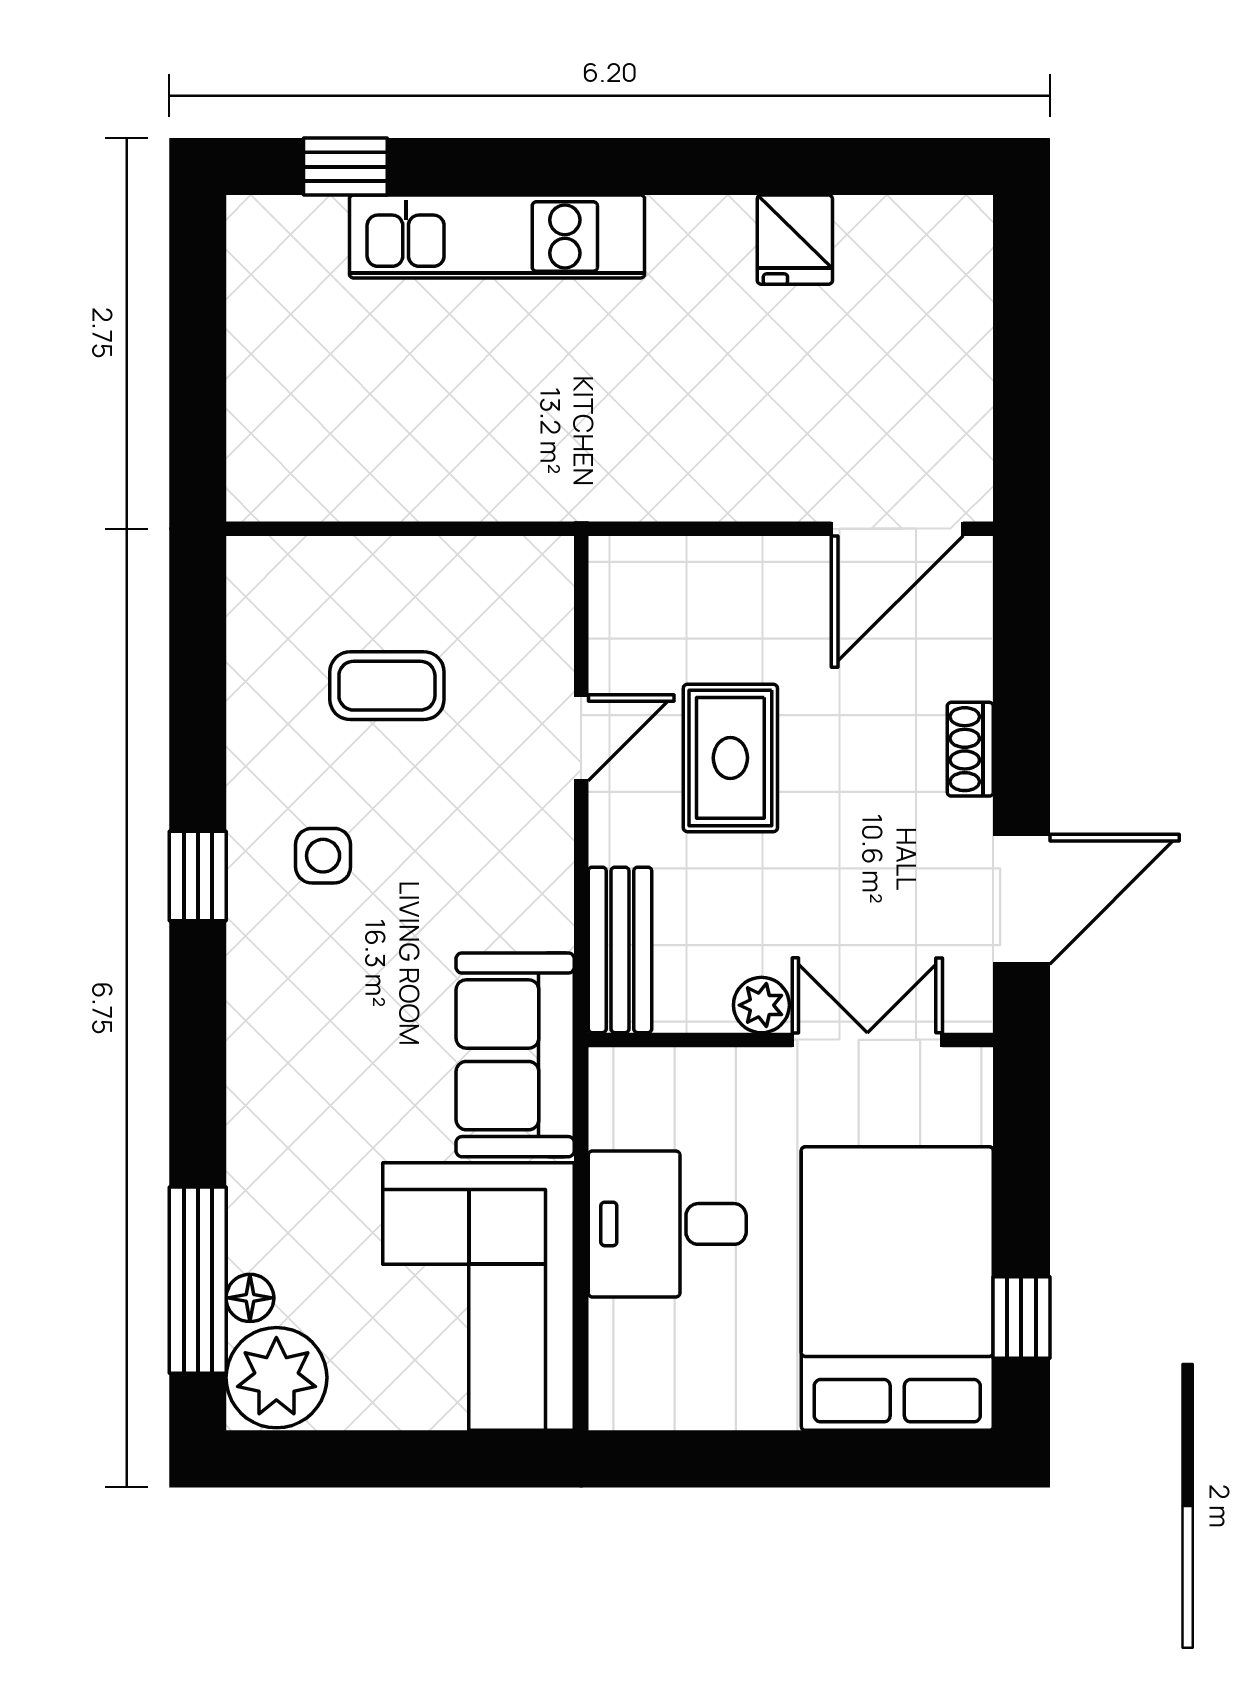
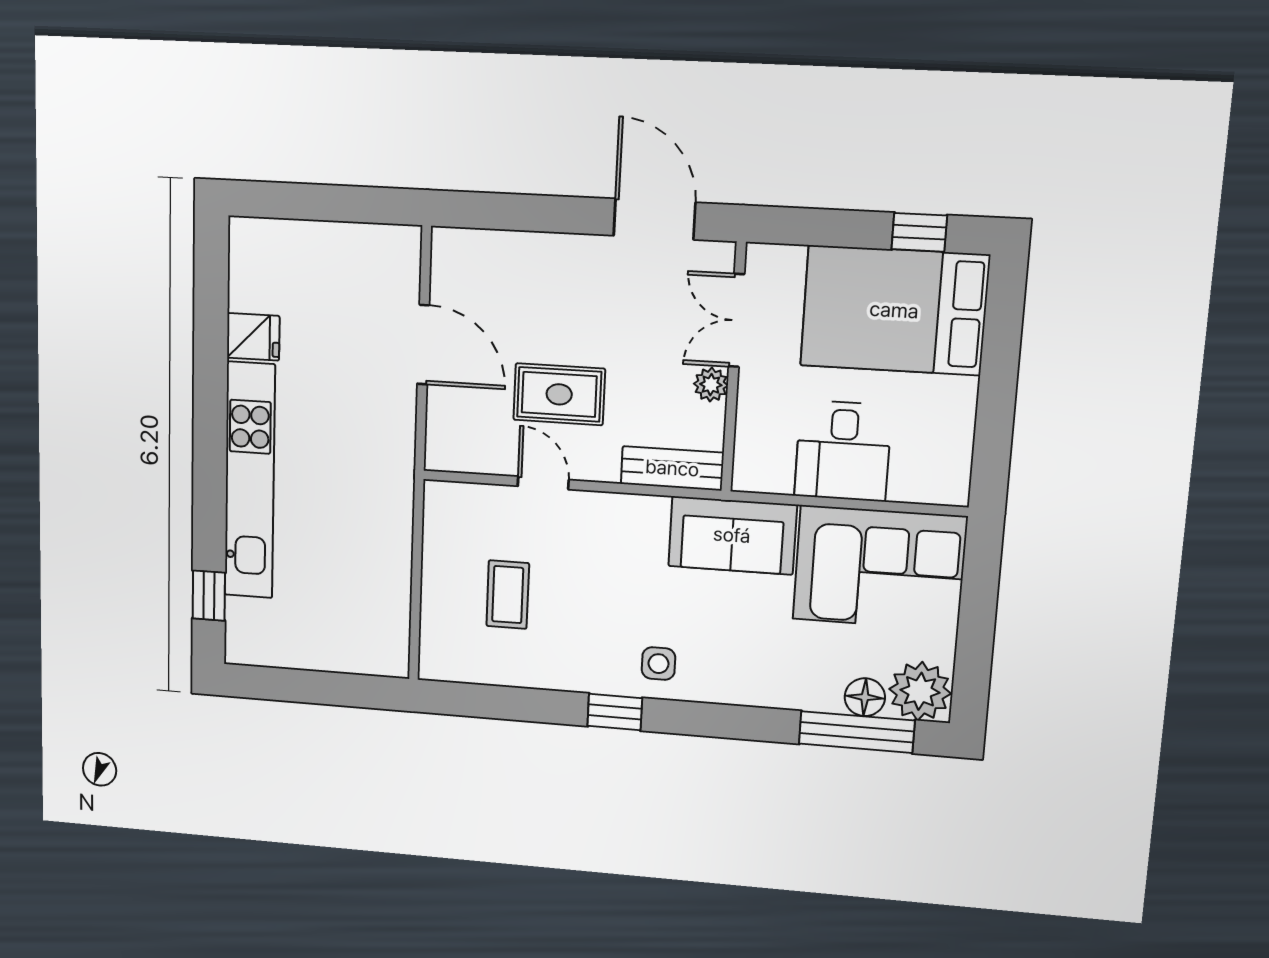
kitchen unit: (497, 237) -> (250, 481), width x1.36
door: (897, 529) -> (423, 345), moved
shoe rack: (970, 749) -> (560, 247), removed
side table: (323, 856) -> (658, 664), moved
floor lamp: (250, 1298) -> (865, 697), width x1.37, depth x1.37

